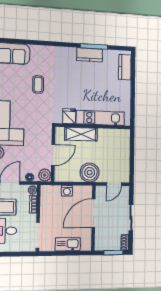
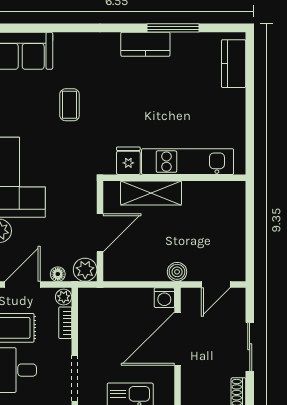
kitchen counter: (90, 55) -> (145, 44), moved
boiler: (90, 172) -> (177, 272), width x0.54, depth x0.54
washing machine: (67, 191) -> (164, 298), moved

